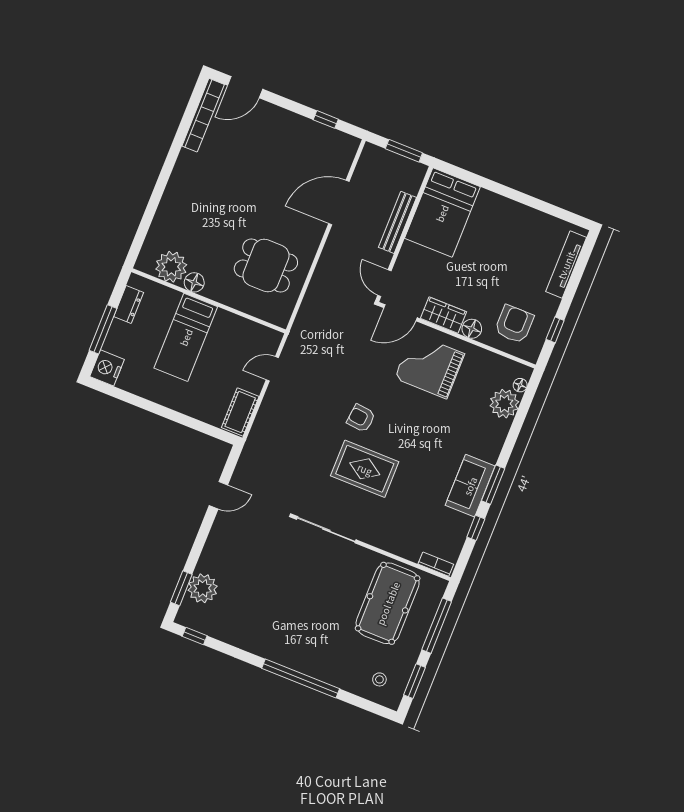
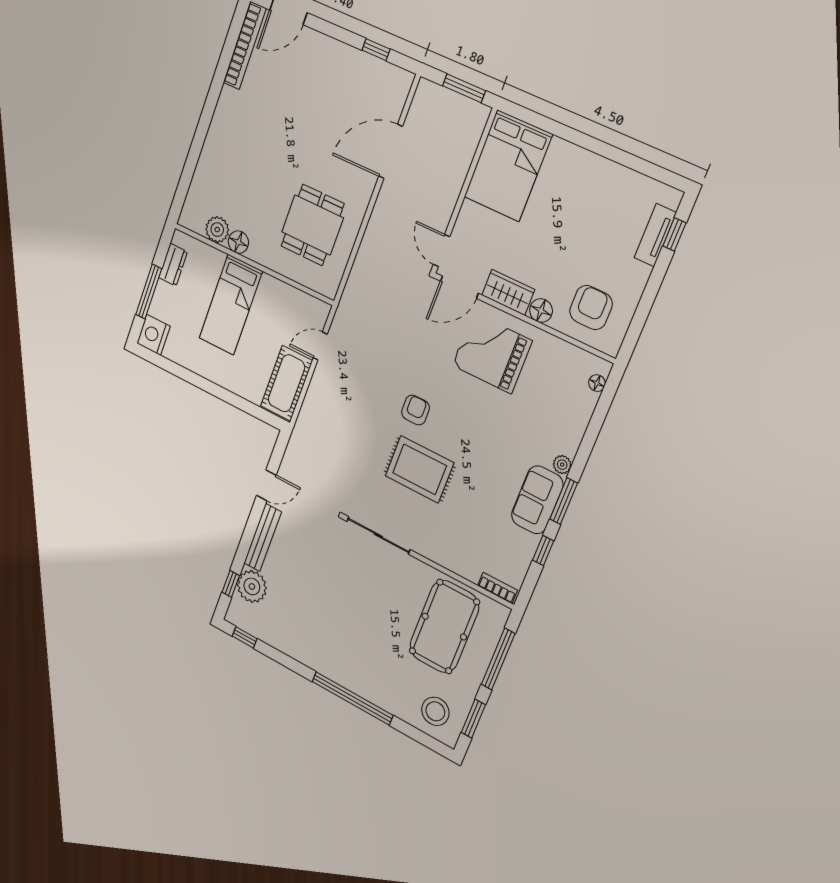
bench: (397, 222) -> (263, 537), moved
tv unit: (566, 265) -> (655, 235), width x0.71
dining table: (266, 266) -> (312, 225), turned 90
plant: (171, 267) -> (217, 230), width x0.73, depth x0.73
window: (555, 330) -> (674, 234), moved
plant: (504, 404) -> (562, 465), moved, width x0.53, depth x0.53
cot: (240, 412) -> (286, 383), width x1.37, depth x1.34
armchair: (361, 418) -> (415, 410), turned 84
window: (181, 588) -> (231, 584), width x0.67
stool: (379, 679) -> (435, 711), width x1.89, depth x1.89

